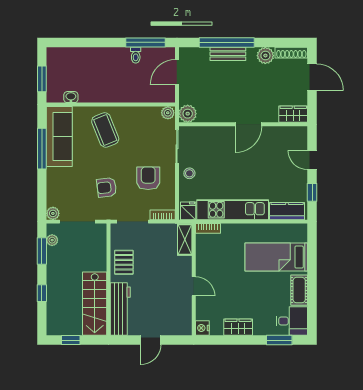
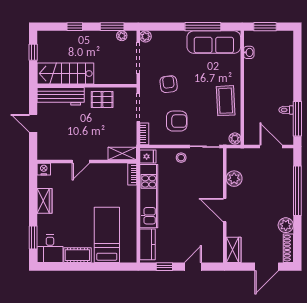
bench: (228, 54) -> (287, 192), removed
plant: (188, 114) -> (234, 179), moved
coffee table: (105, 130) -> (226, 101), moved, turned -71

